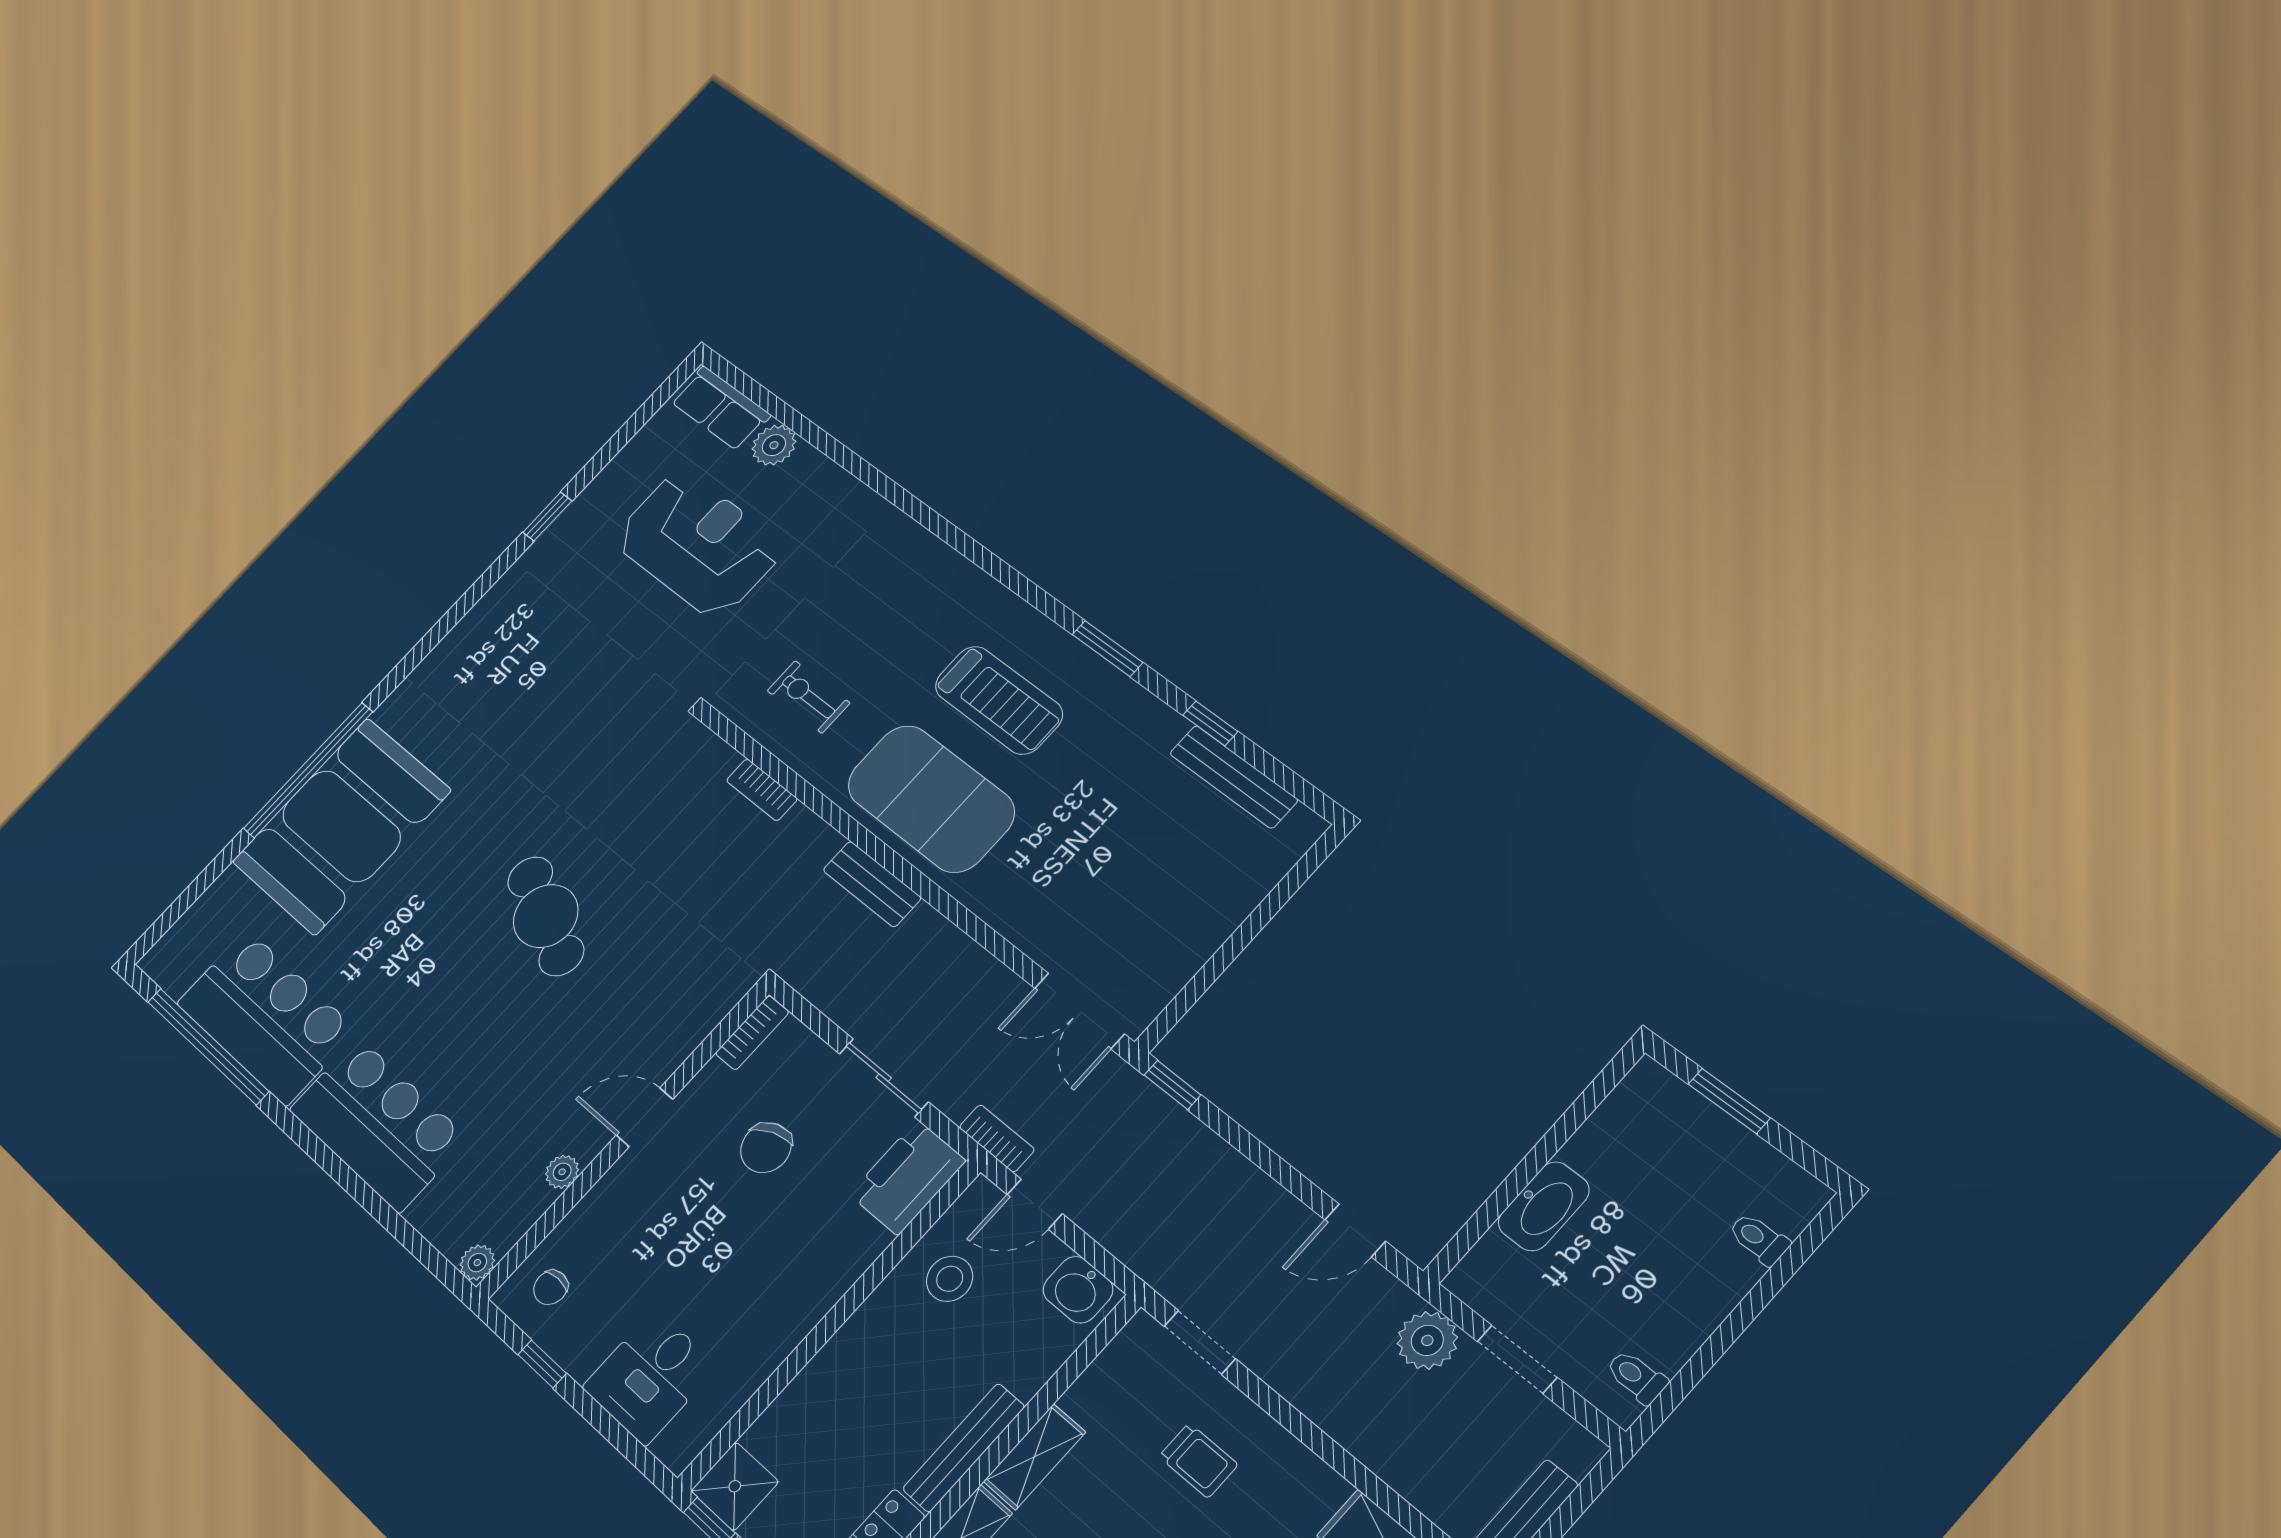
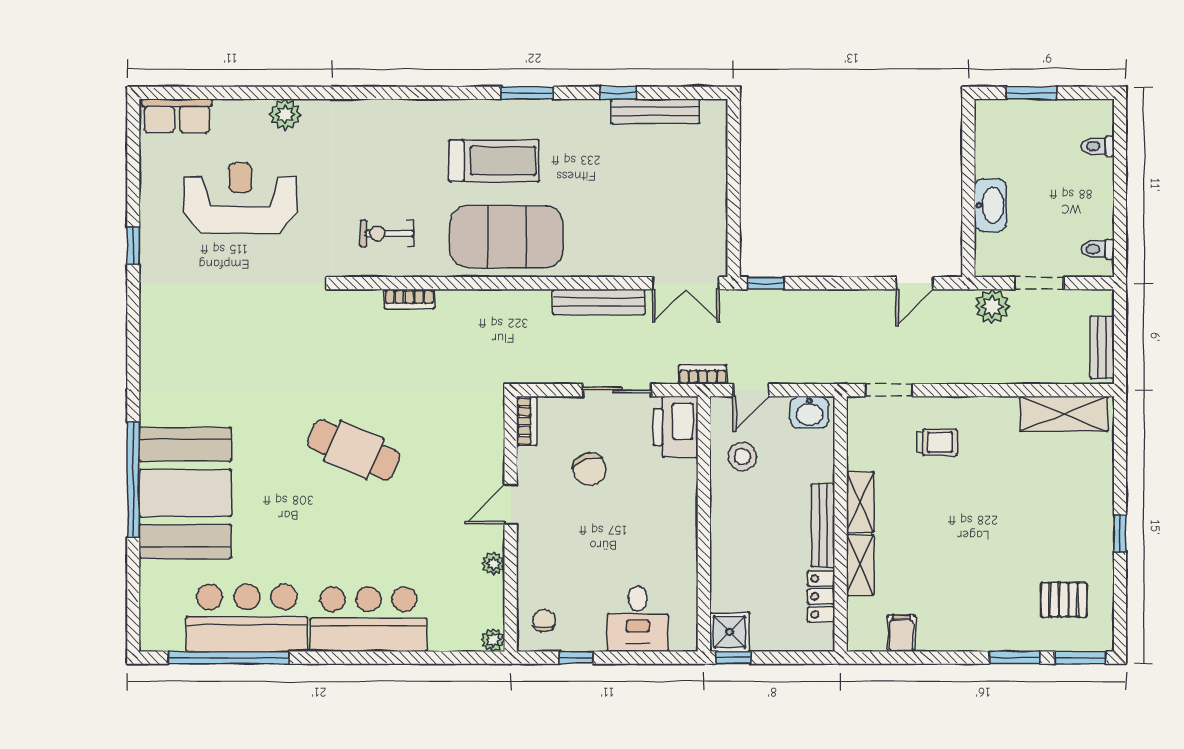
plant: (774, 445) -> (285, 114), moved
bench: (872, 884) -> (599, 302), moved, width x1.36
chair: (551, 1287) -> (544, 620), turned 180

